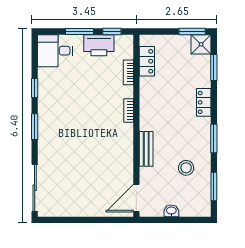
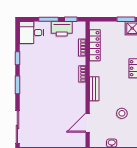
locker: (147, 61) -> (95, 45), width x1.53
bench: (146, 149) -> (94, 89), moved
door: (136, 198) -> (88, 123), moved

